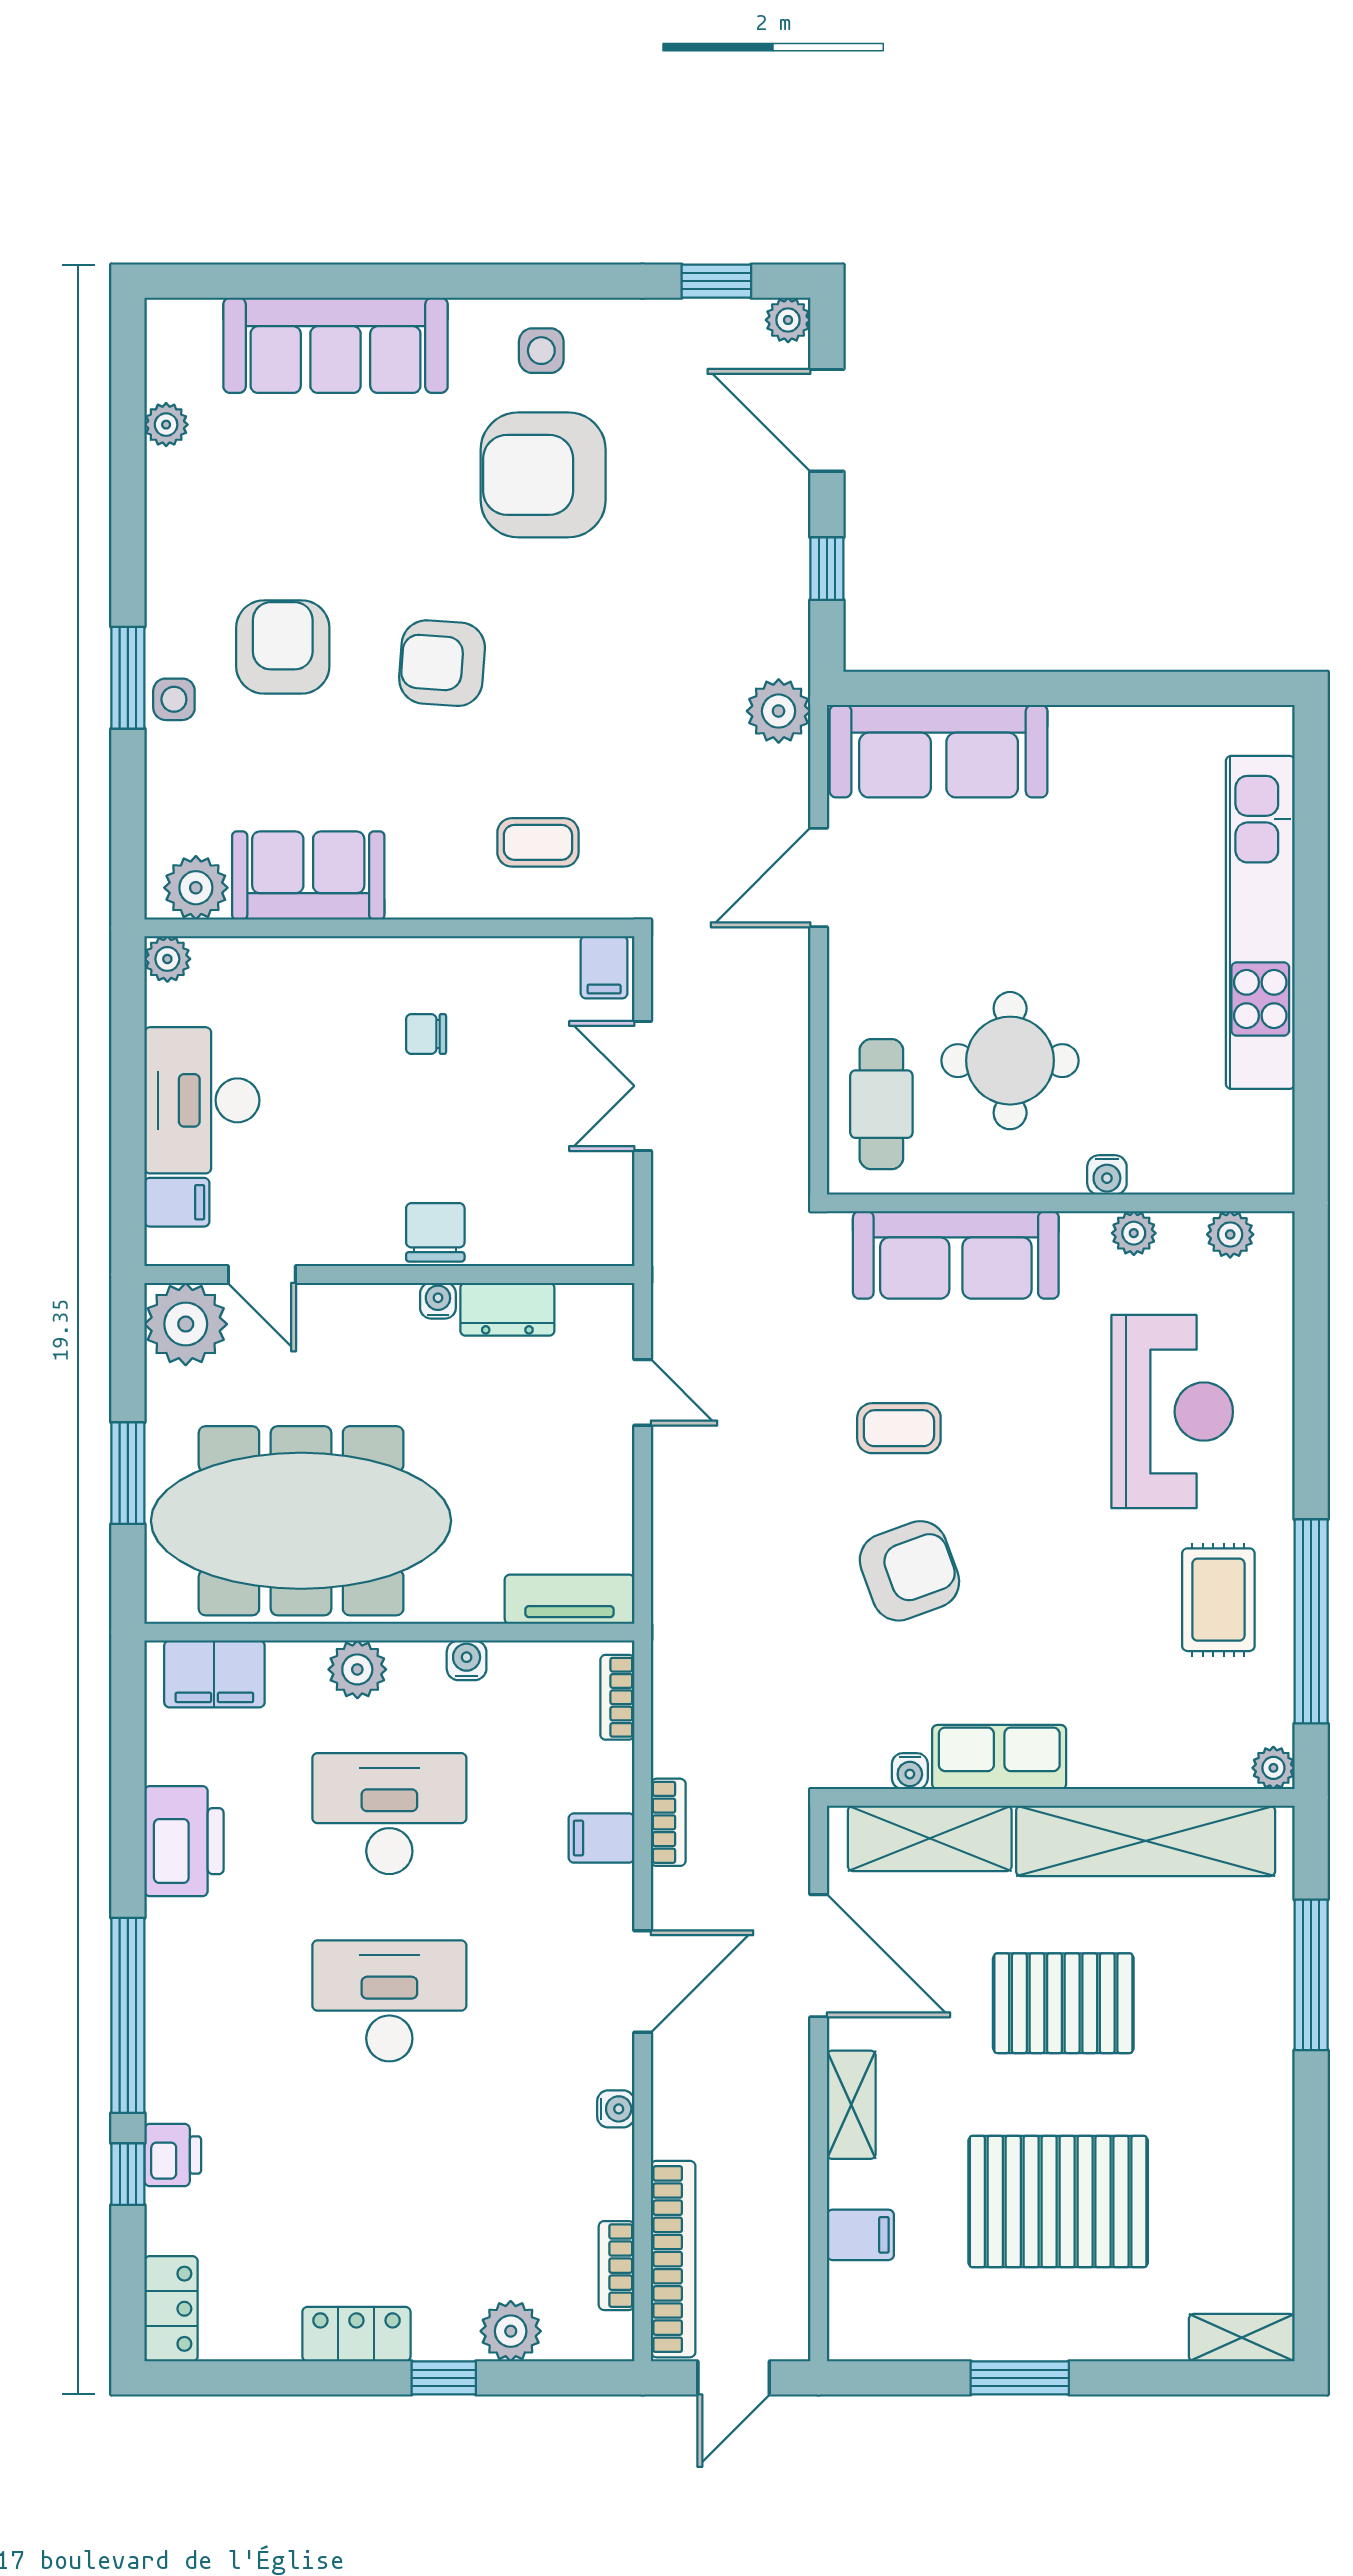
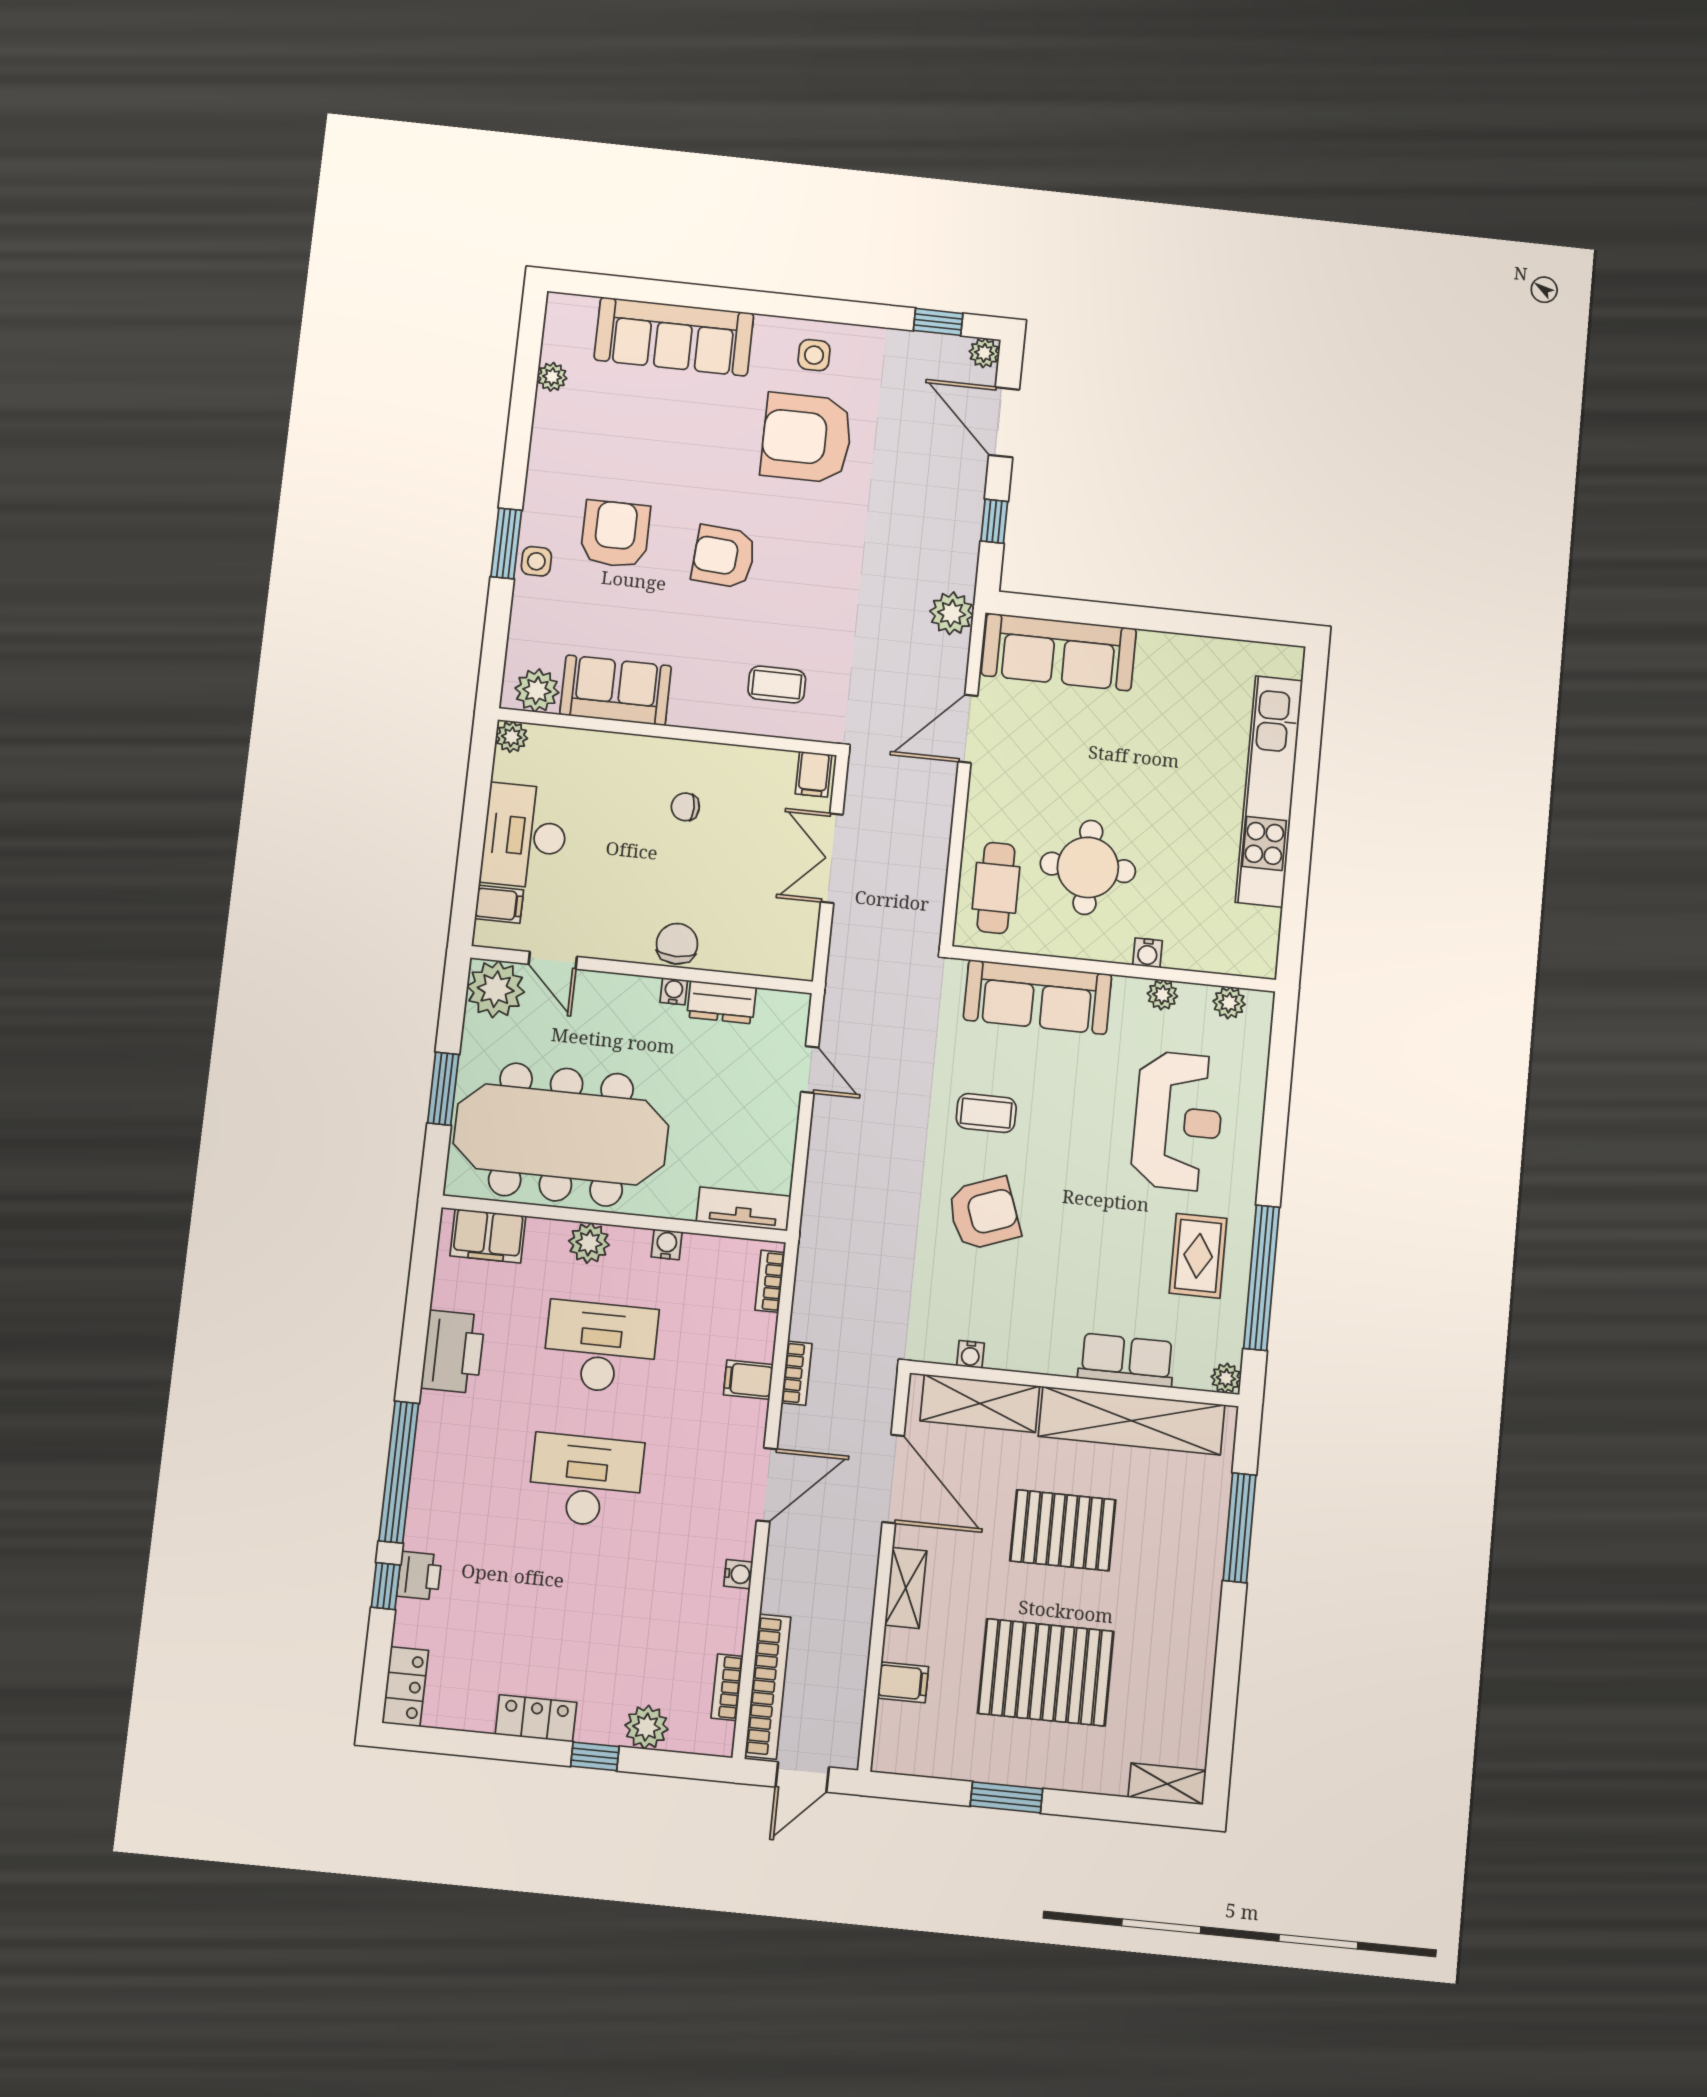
row of seats: (999, 1757) -> (1126, 1360), moved

